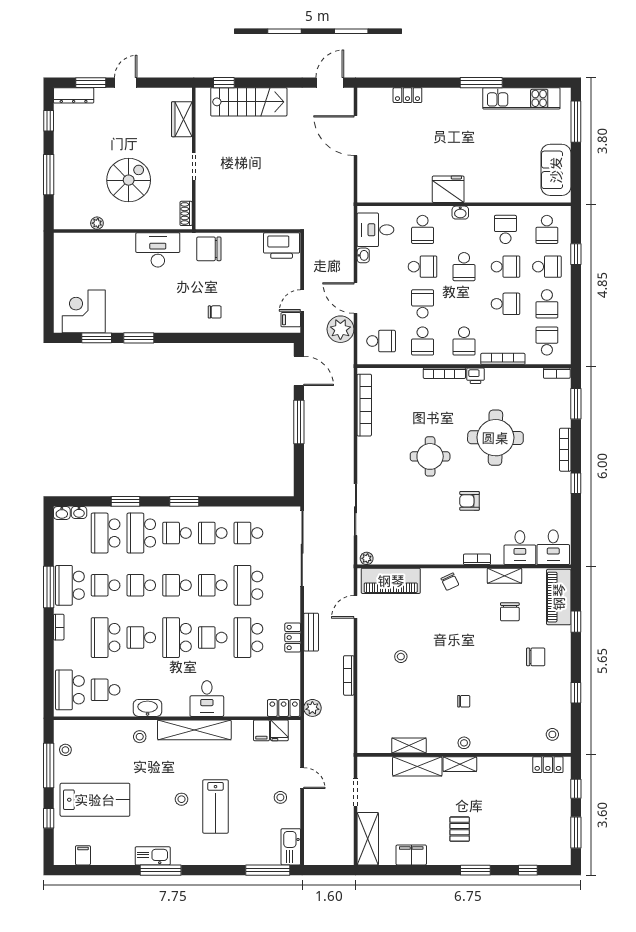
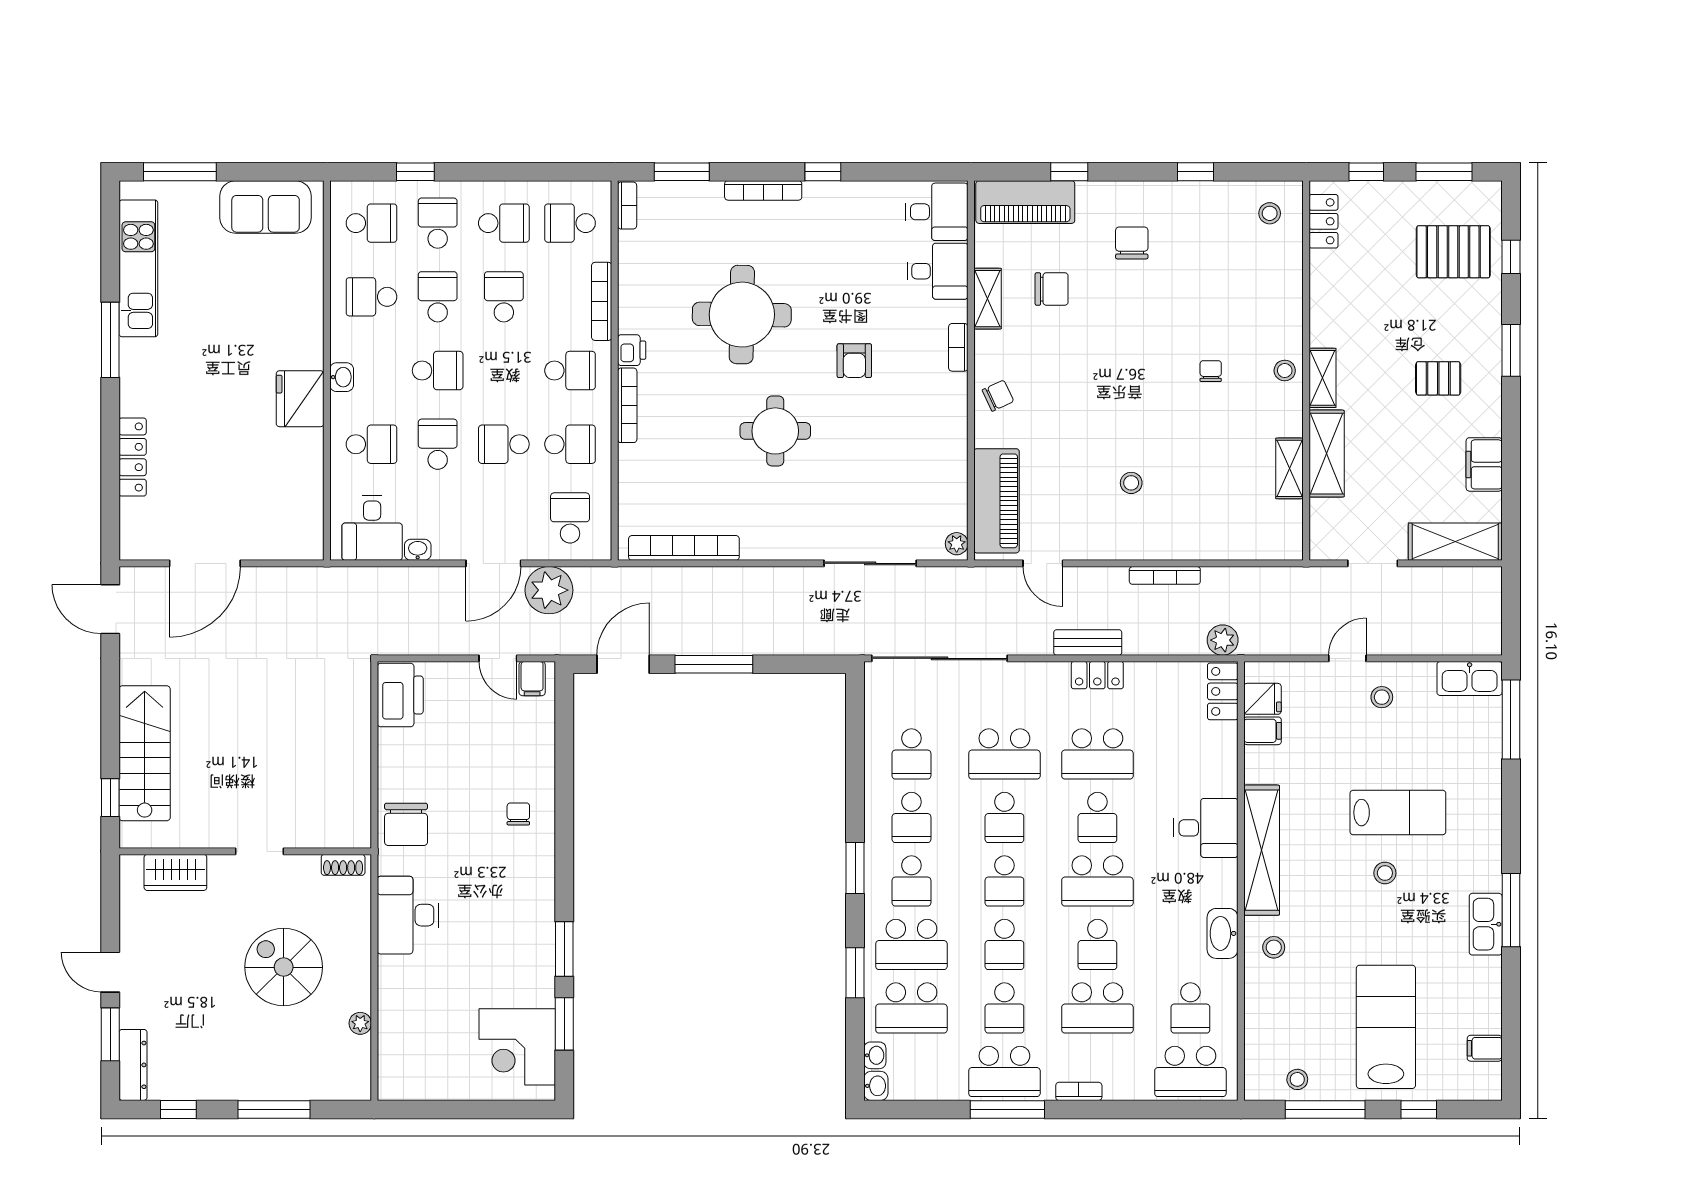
locker: (407, 95) -> (133, 457), width x1.53
pallet: (531, 838) -> (1453, 252), added

